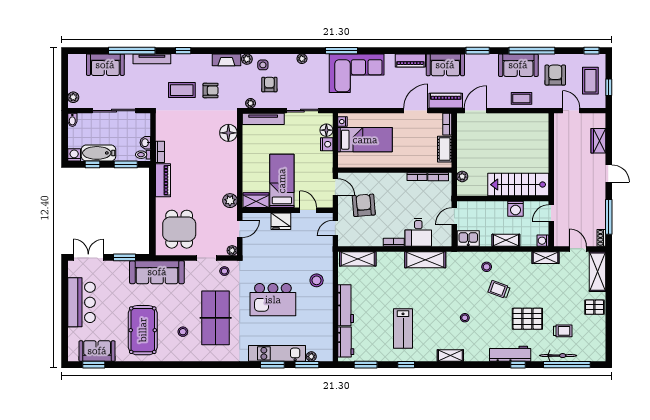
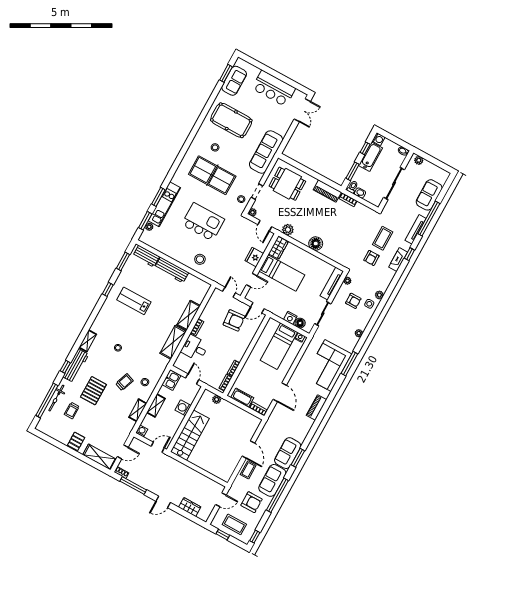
fireplace: (226, 60) -> (398, 260), moved
sofa: (445, 65) -> (288, 453), moved
piano: (446, 101) -> (275, 417), removed
door: (476, 111) -> (248, 450), moved
floor lamp: (228, 133) -> (316, 243), moved
washing machine: (516, 209) -> (183, 408), moved
door: (551, 213) -> (158, 447), hinge flipped
window: (125, 257) -> (289, 135), removed
shelving: (545, 258) -> (138, 410), moved
shelving: (358, 259) -> (189, 315), moved
kitchen island: (273, 300) -> (203, 222), turned 90
shelving: (450, 356) -> (88, 341), moved

